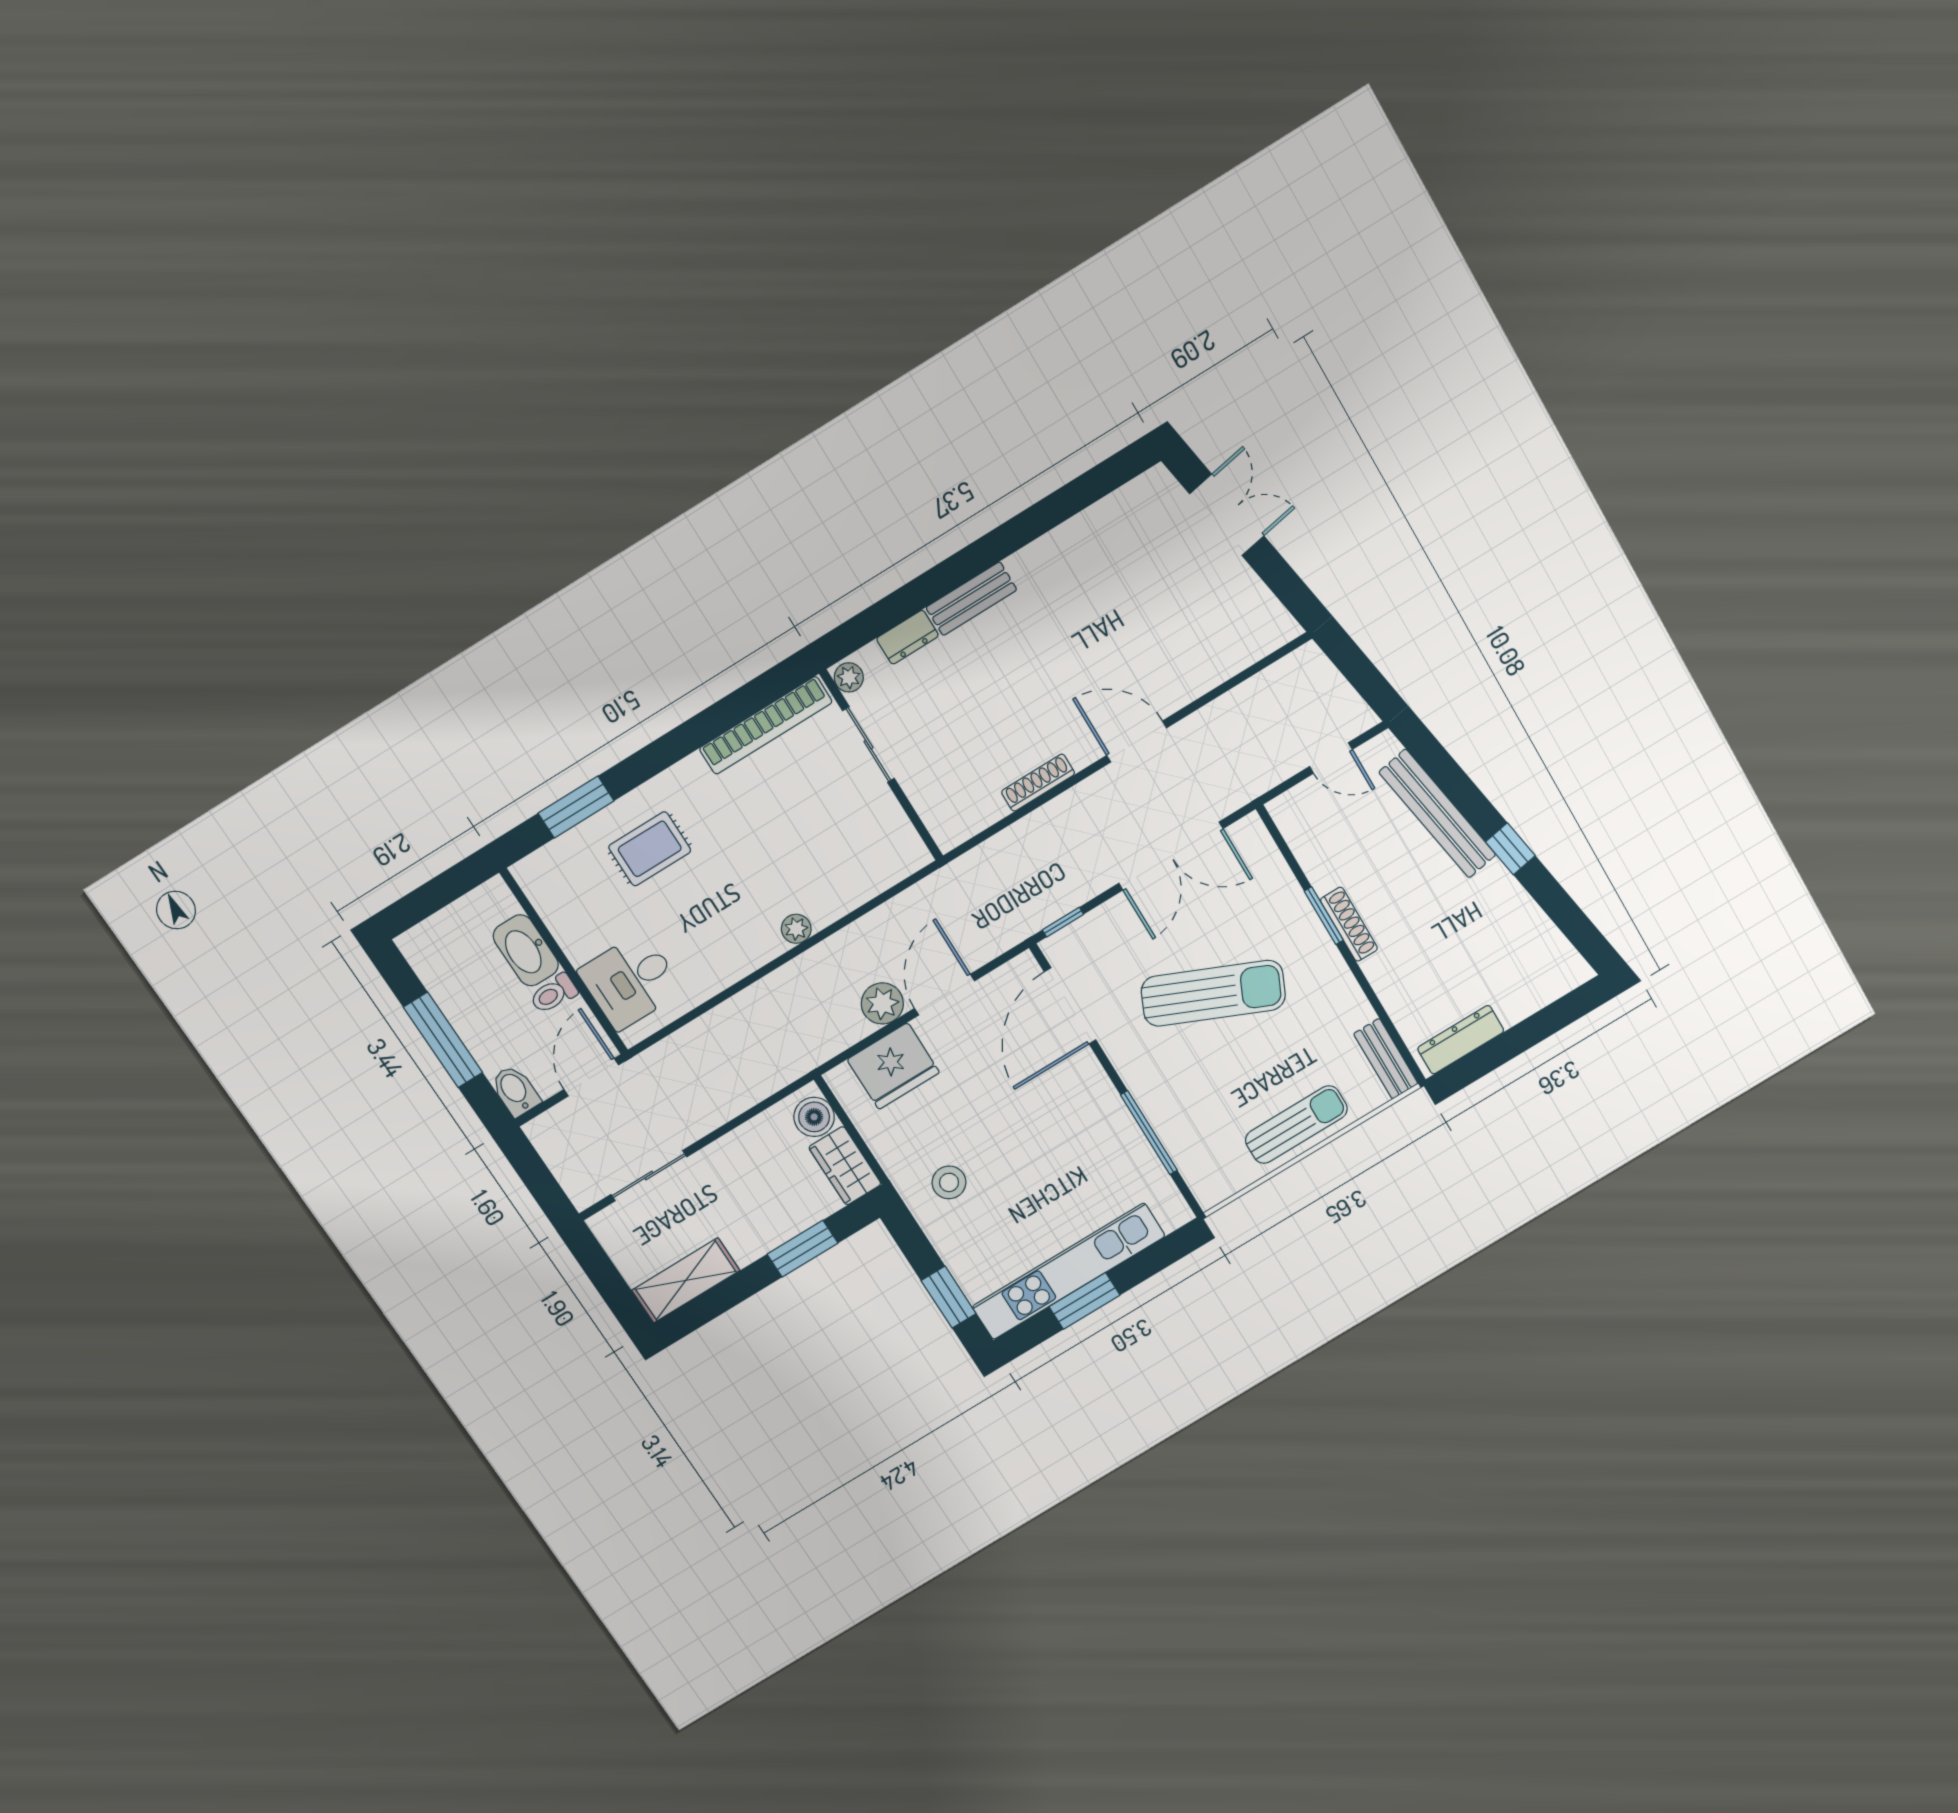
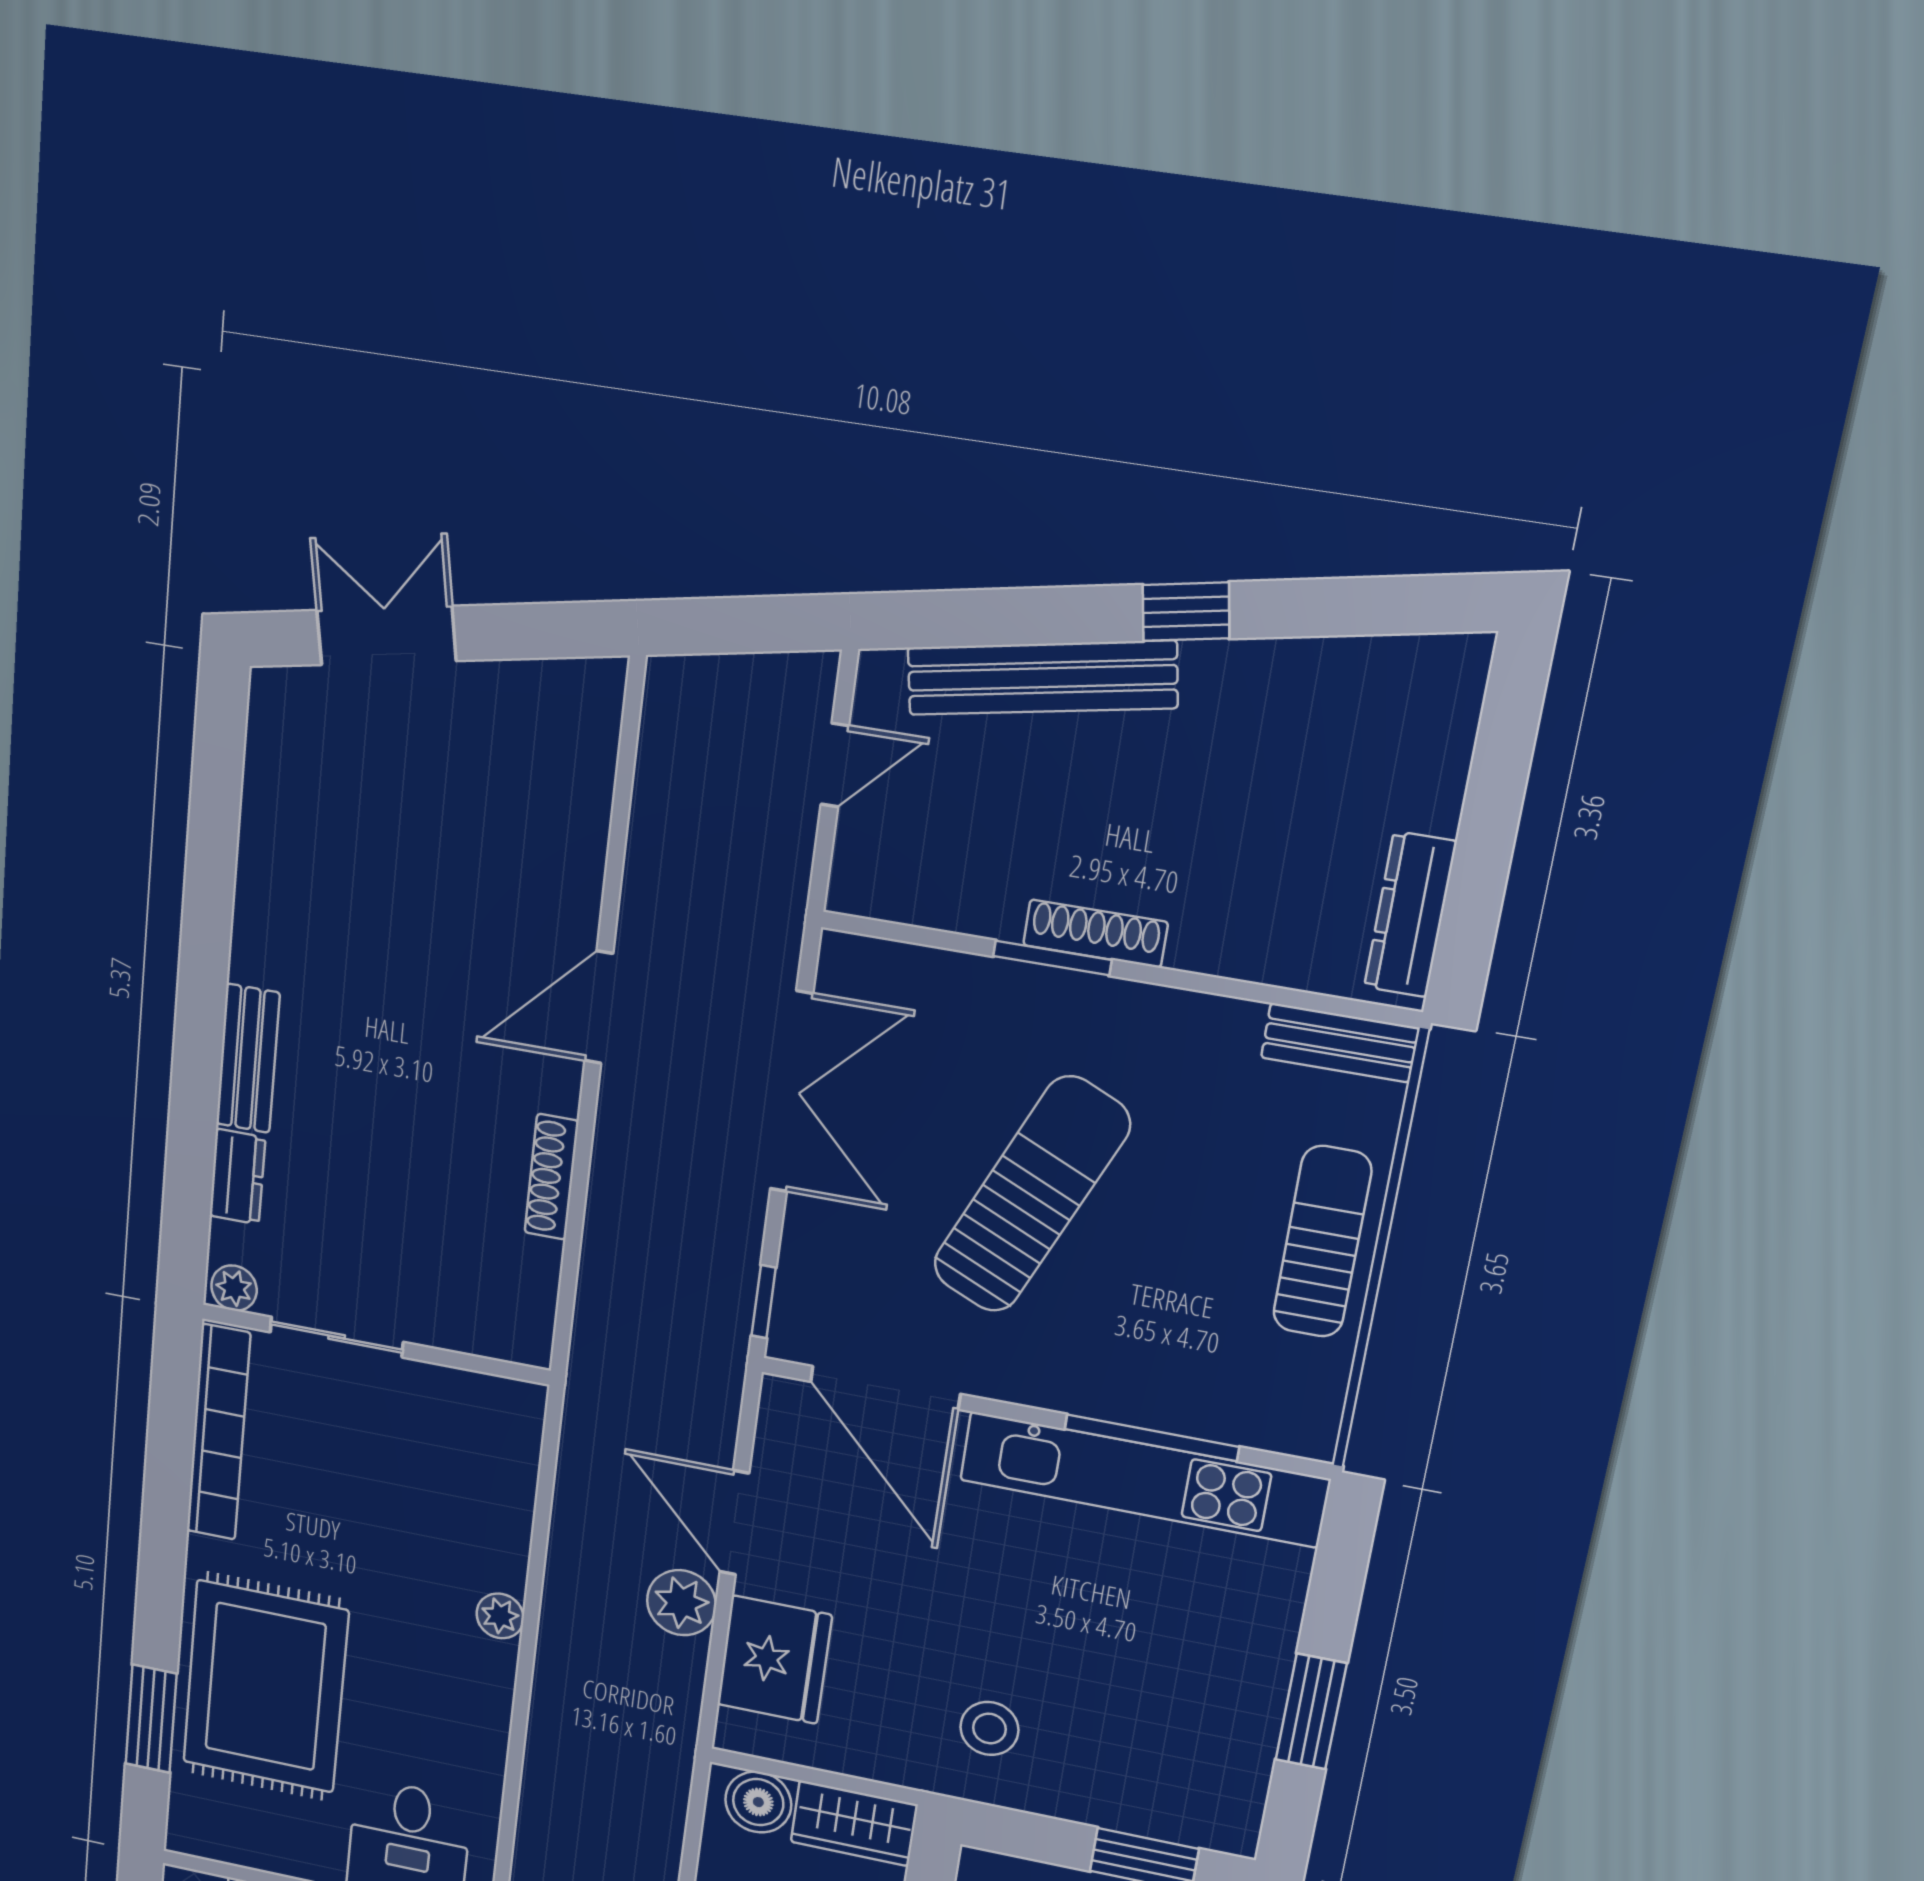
rug: (650, 849) -> (265, 1687), width x1.86, depth x2.06
kitchen unit: (1069, 1271) -> (1144, 1479), moved, turned -90

